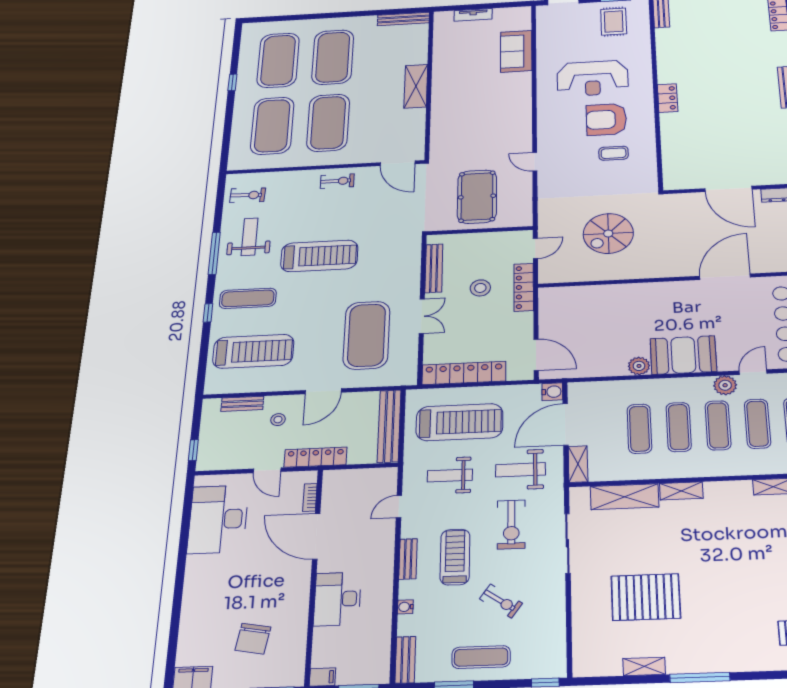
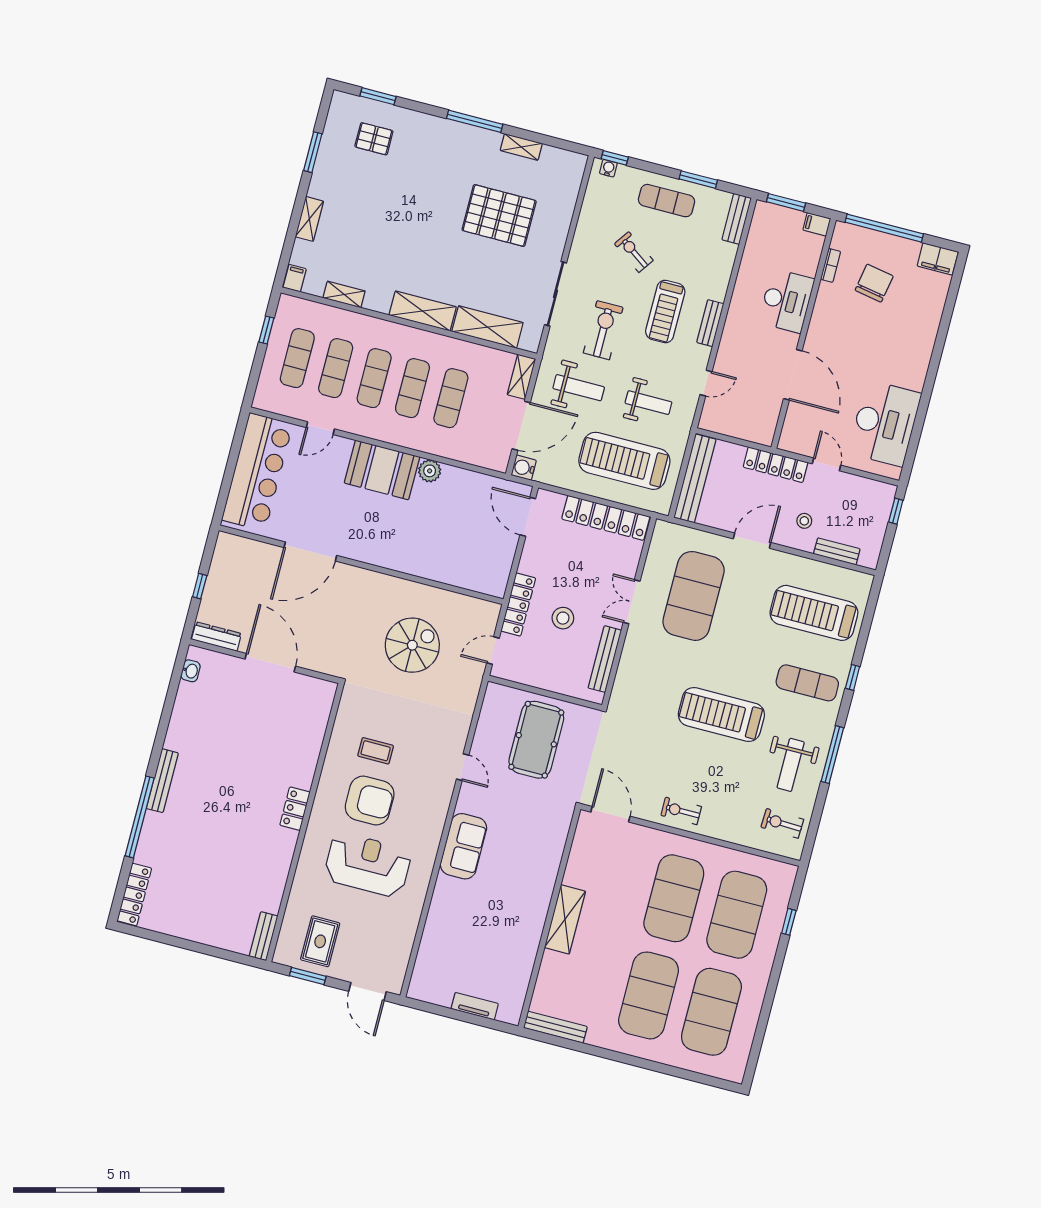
sofa: (516, 51) -> (463, 846), moved
window: (232, 82) -> (789, 922), moved
plant: (725, 385) -> (352, 422), removed
shelving: (681, 491) -> (423, 311), width x1.50, depth x1.33
bookcase: (310, 497) -> (831, 265), moved
water cooler: (405, 607) -> (608, 168), moved, turned -90

